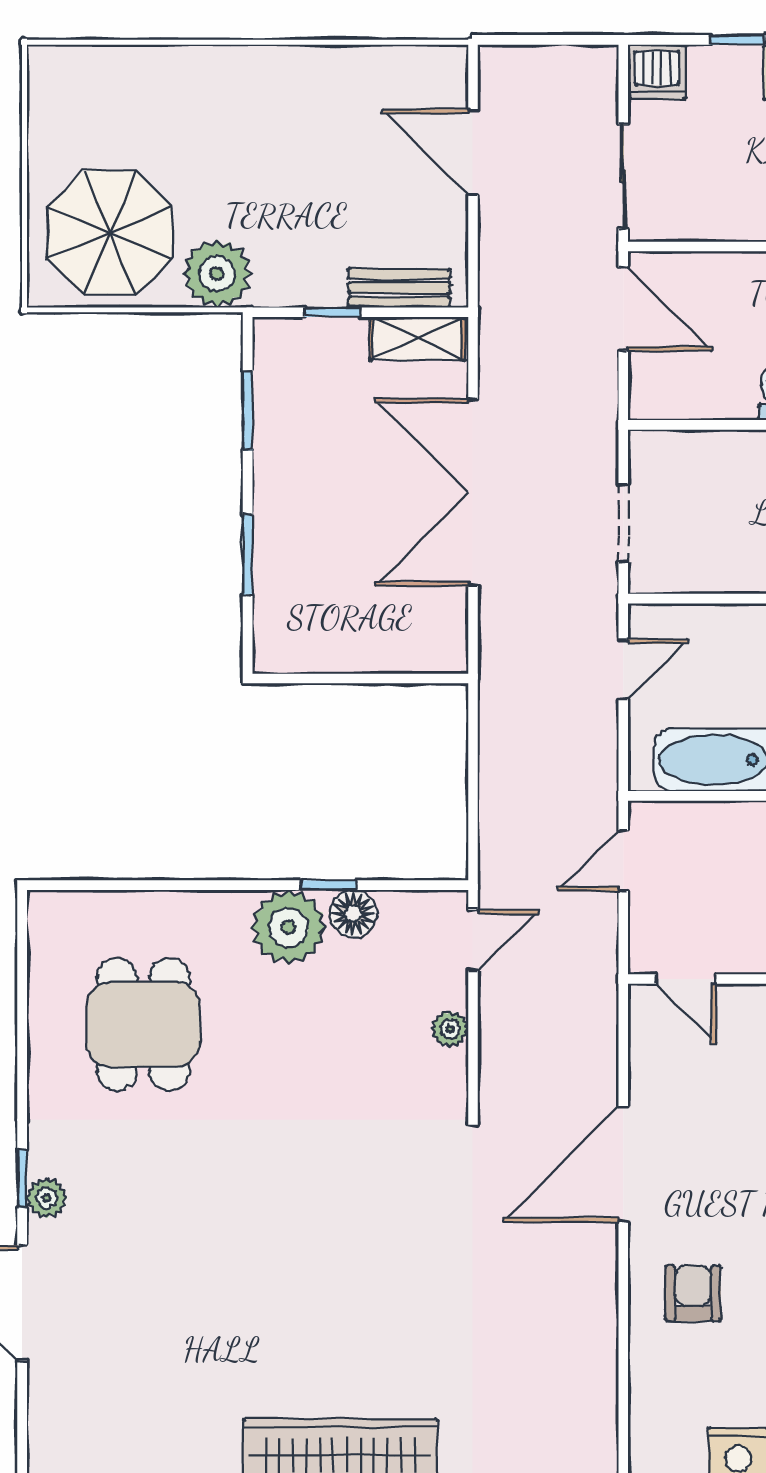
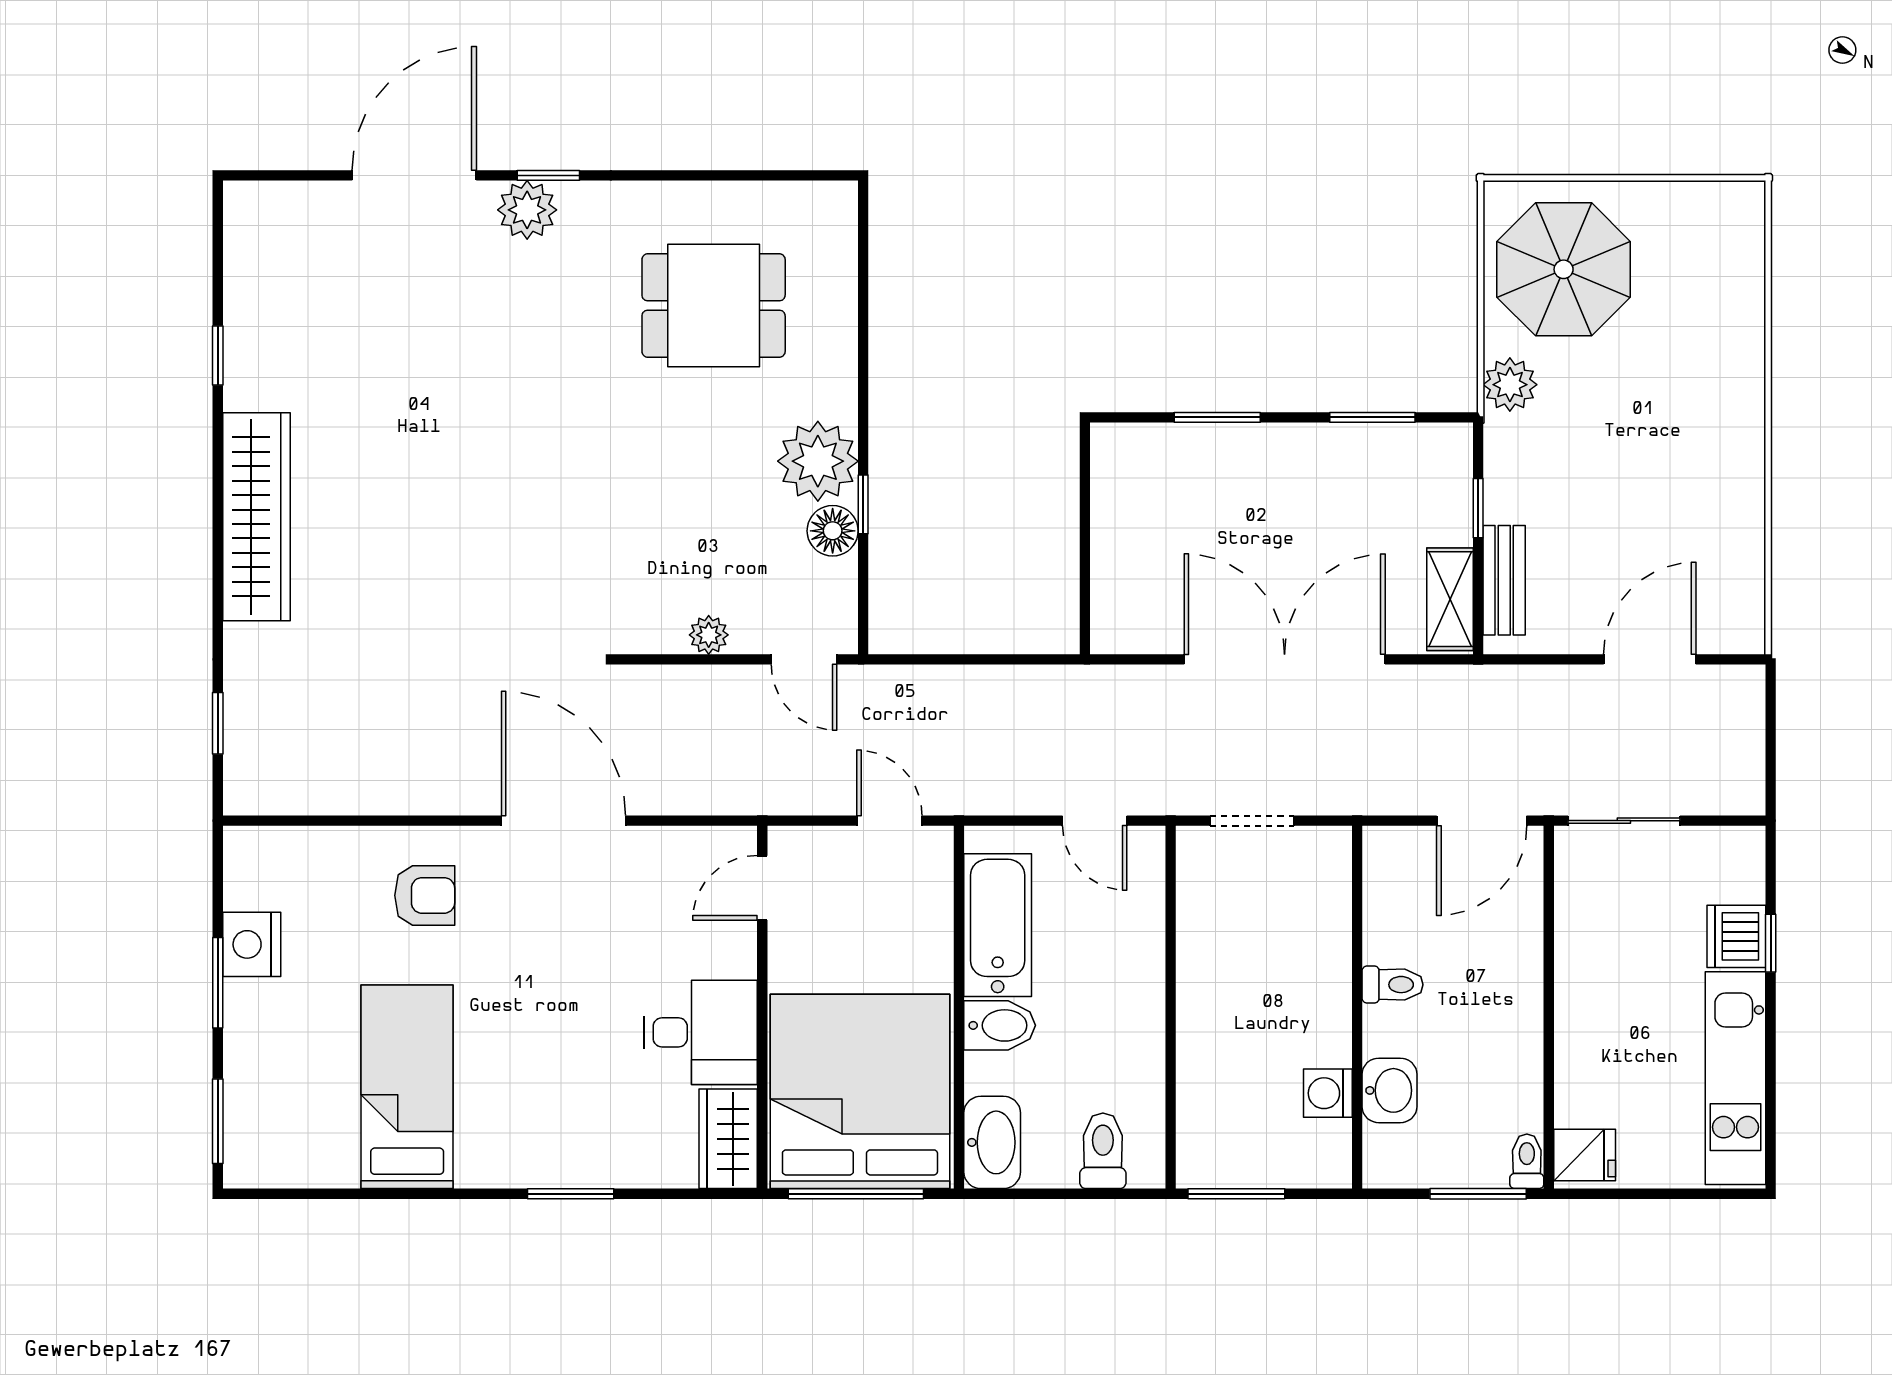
dishwasher: (657, 72) -> (1736, 936), moved
plant: (217, 274) -> (1510, 385), width x0.73, depth x0.73
plant: (47, 1198) -> (527, 210), width x1.38, depth x1.38

